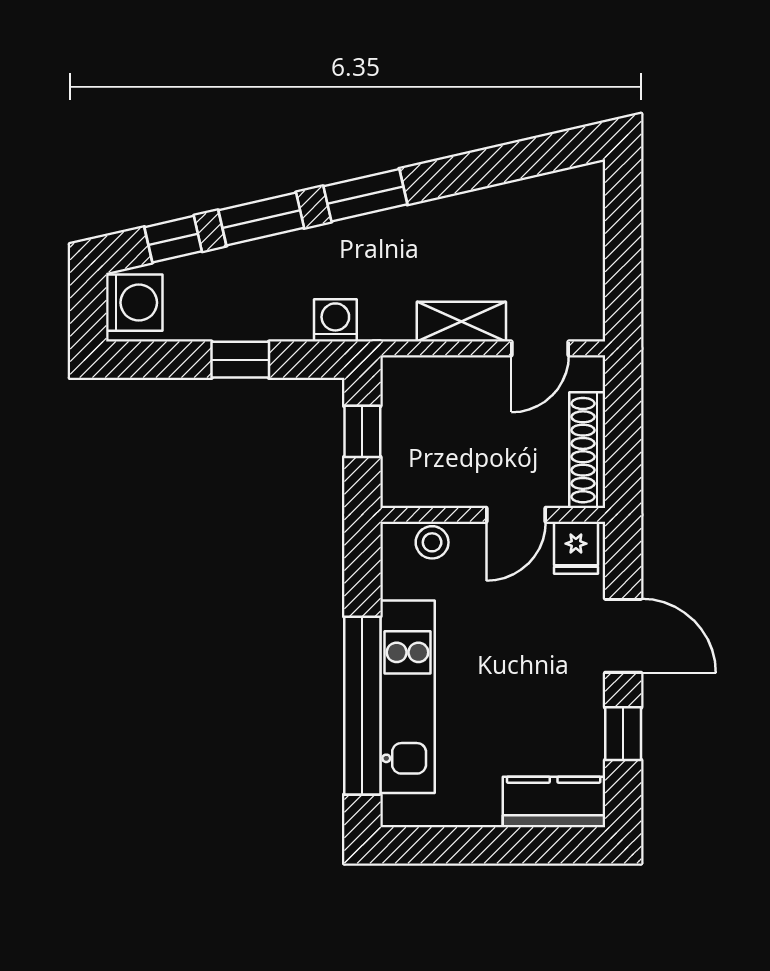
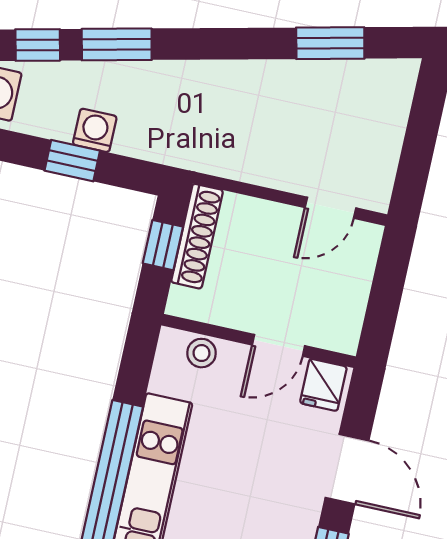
window: (365, 195) -> (330, 43), moved
washing machine: (335, 320) -> (95, 130), moved
shelving: (461, 322) -> (268, 170), removed
shoe rack: (587, 450) -> (197, 236), moved, turned 180

